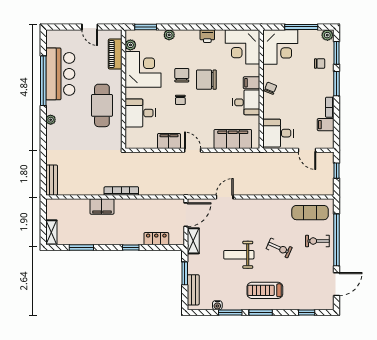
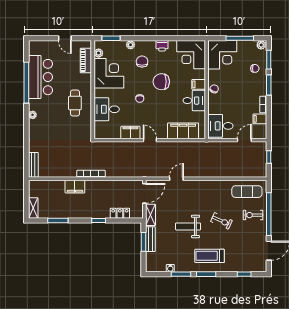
chair: (182, 75) -> (142, 62), moved
cafe table: (102, 105) -> (75, 103), width x0.73, depth x0.74
door: (307, 150) -> (244, 140), swing flipped
bench: (193, 290) -> (150, 239), moved

